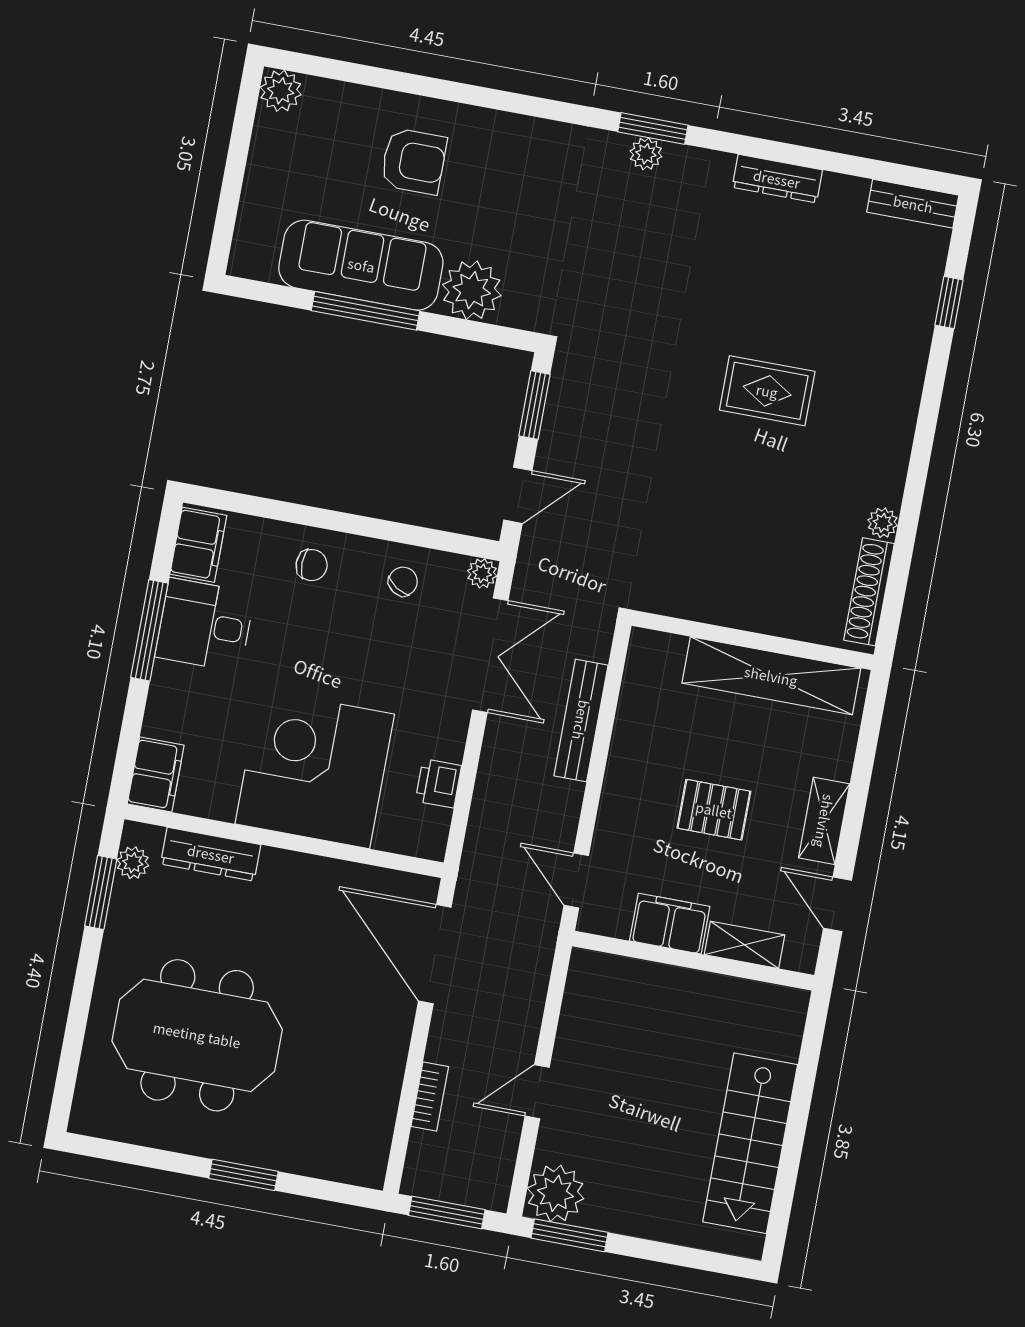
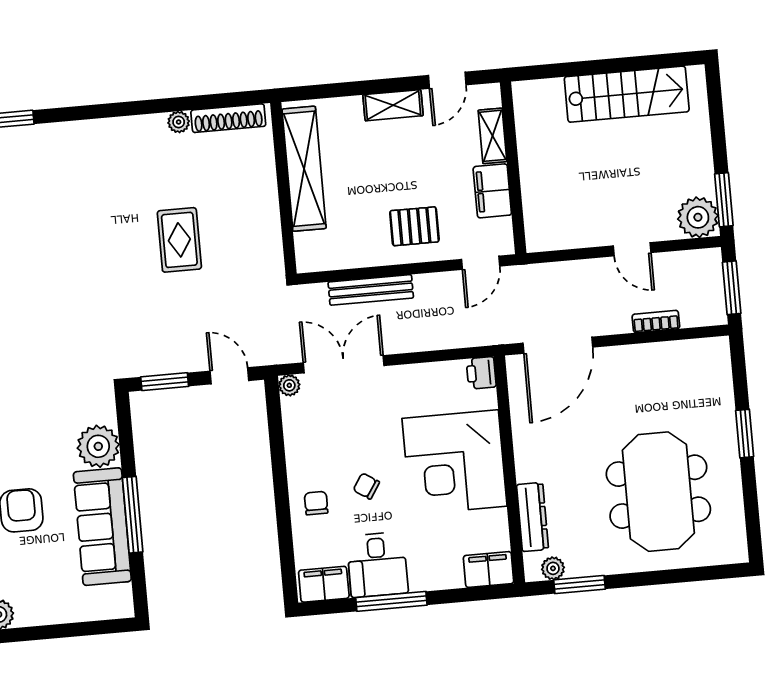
rug: (767, 391) -> (179, 240), moved
chair: (403, 581) -> (366, 486), moved
printer: (438, 783) -> (481, 373), moved, turned 90
pallet: (714, 810) -> (414, 226), moved, turned 90

